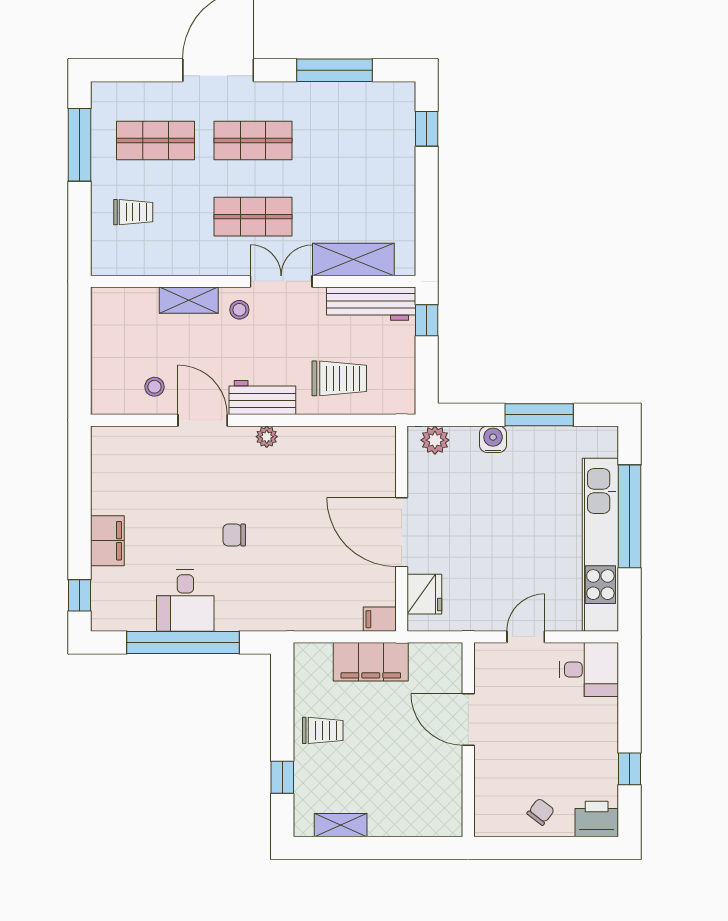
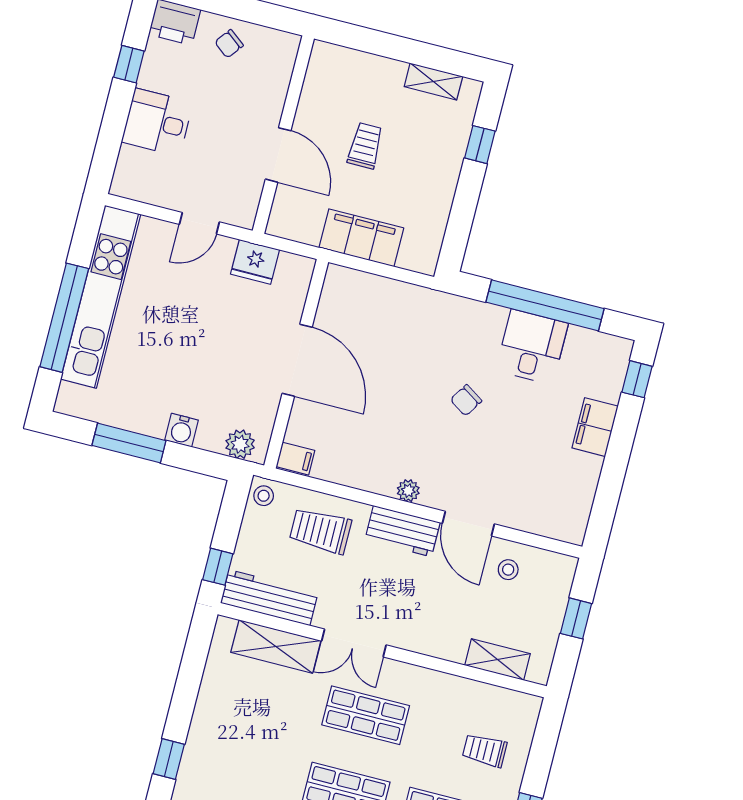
shelving: (189, 300) -> (498, 659), moved
stool: (239, 310) -> (264, 496), moved
window: (79, 357) -> (576, 618), added
chair: (234, 535) -> (466, 400), turned 123
fridge: (424, 594) -> (255, 262), moved, turned -90
filing cabinet: (380, 619) -> (295, 459), moved
desk: (589, 670) -> (157, 122), moved
trolley: (323, 730) -> (365, 146), moved, turned 90

